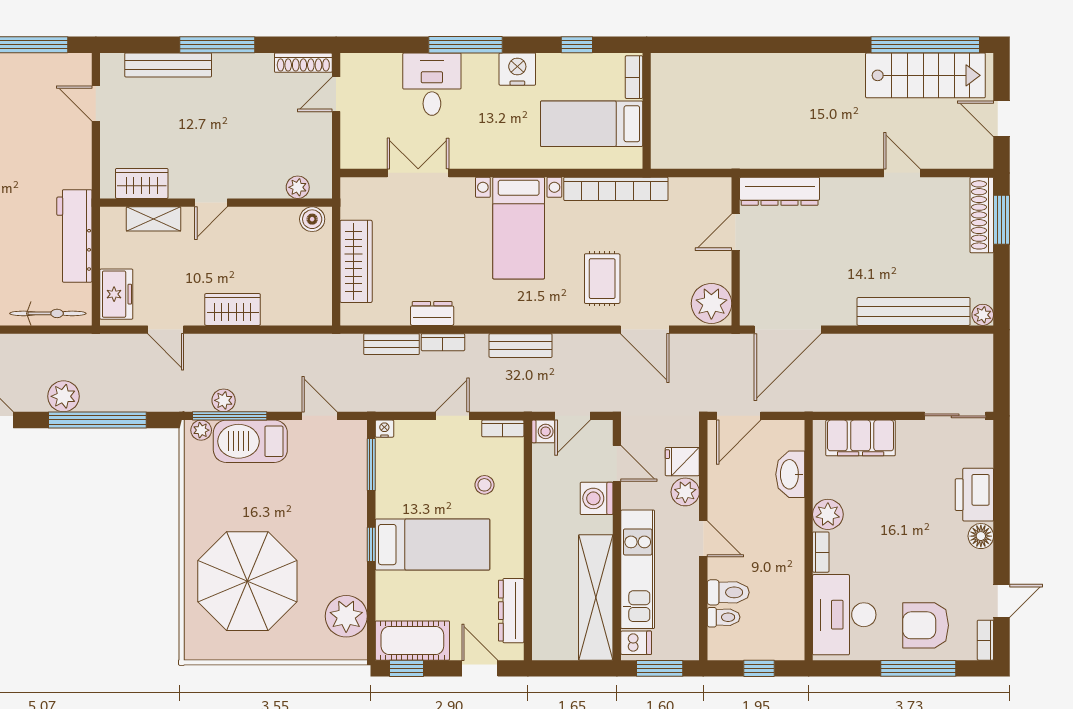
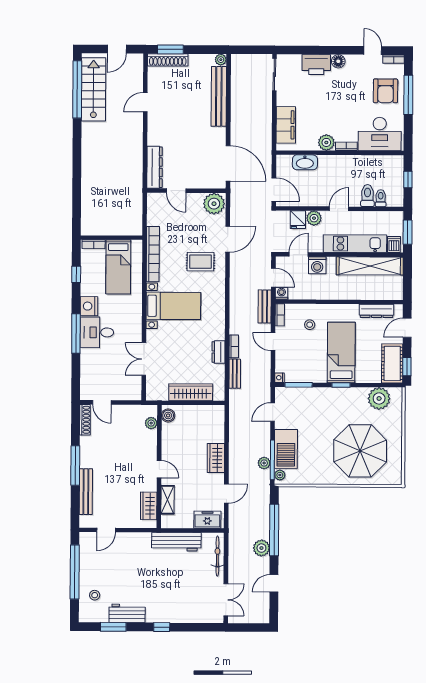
desk: (432, 84) -> (97, 332), moved
bench: (521, 346) -> (265, 306), moved

